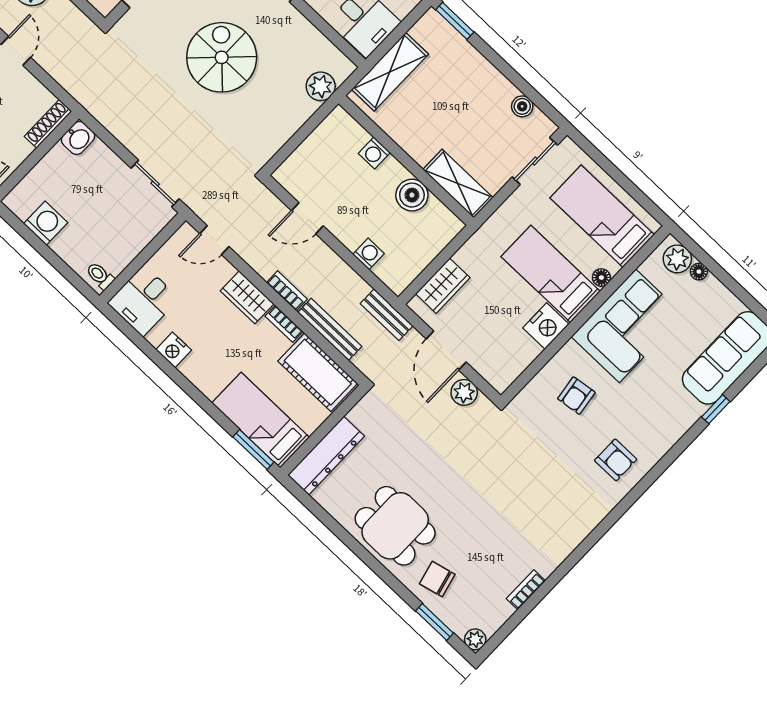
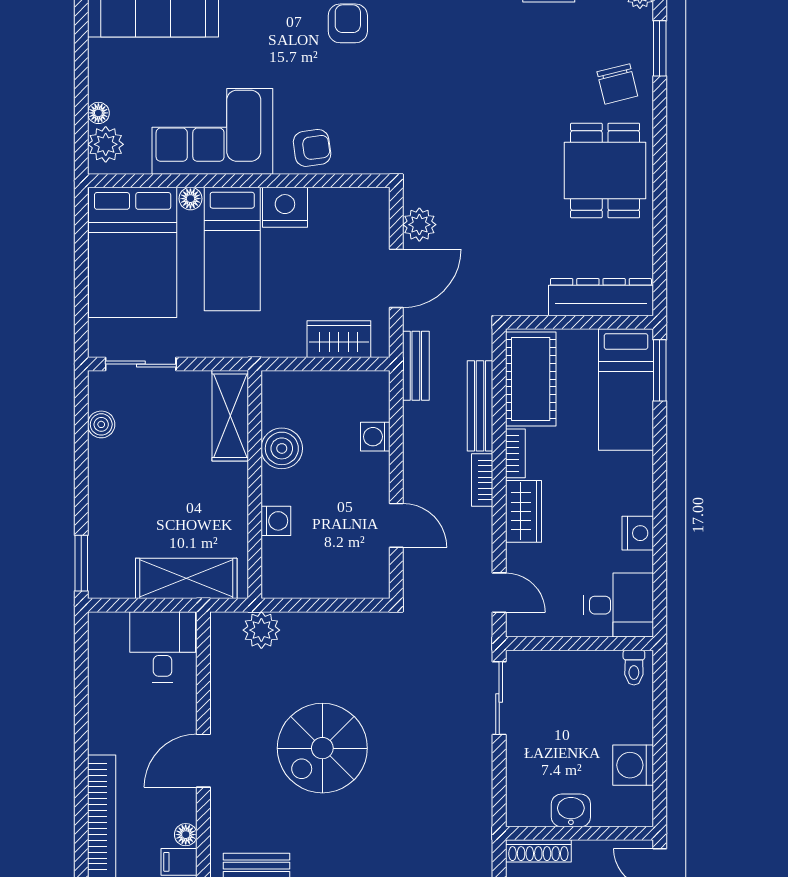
washbasin: (78, 138) -> (571, 810), moved
bed: (602, 216) -> (133, 252), width x1.50
armchair: (576, 396) -> (312, 148), moved

